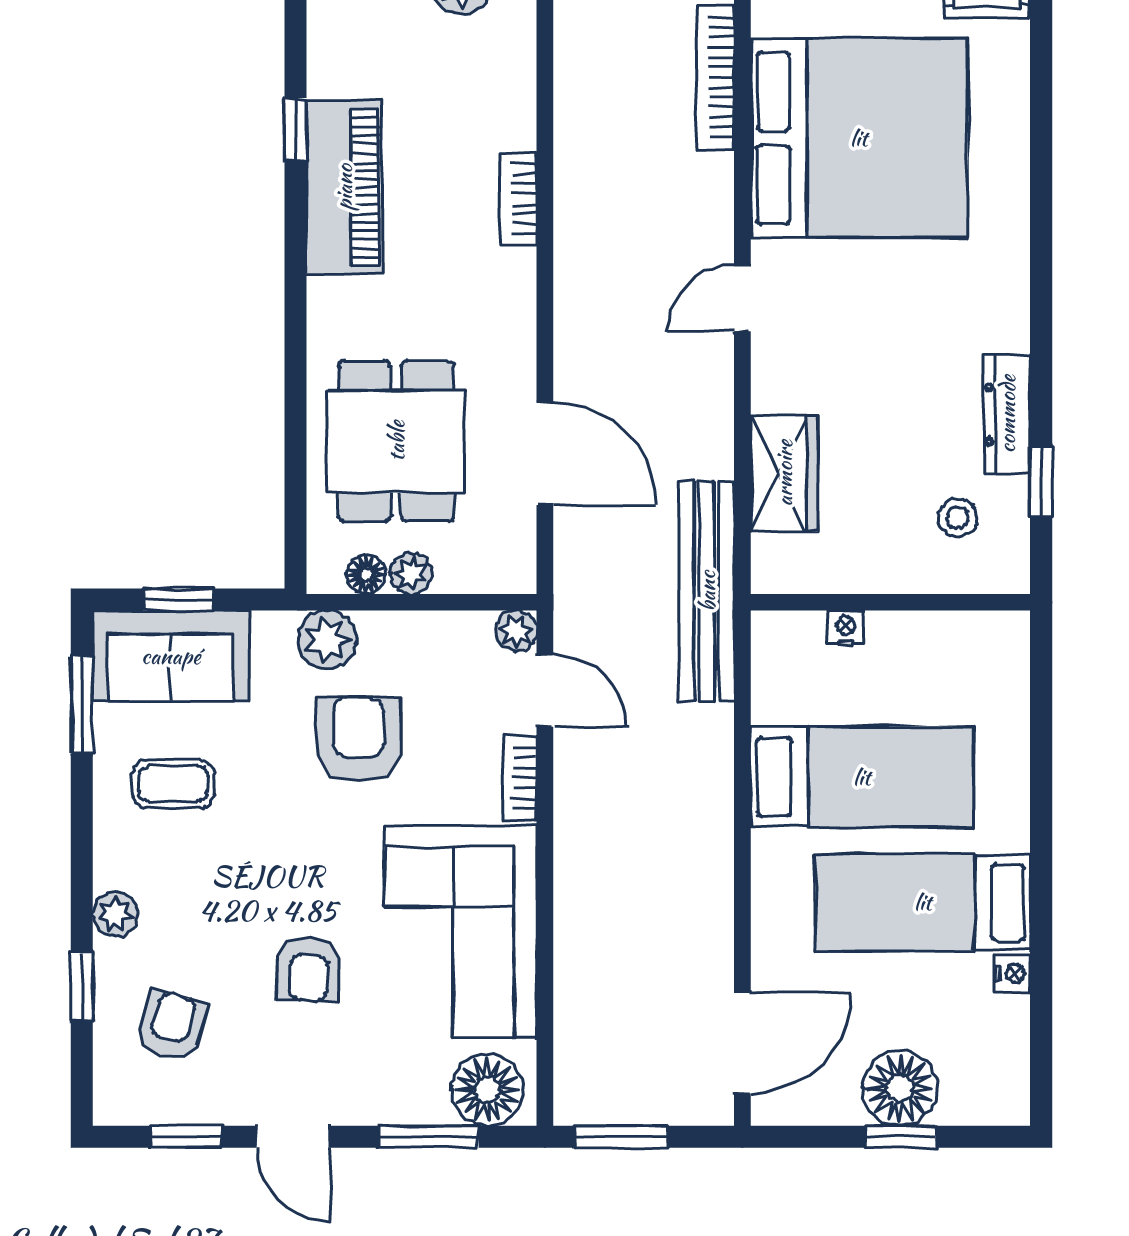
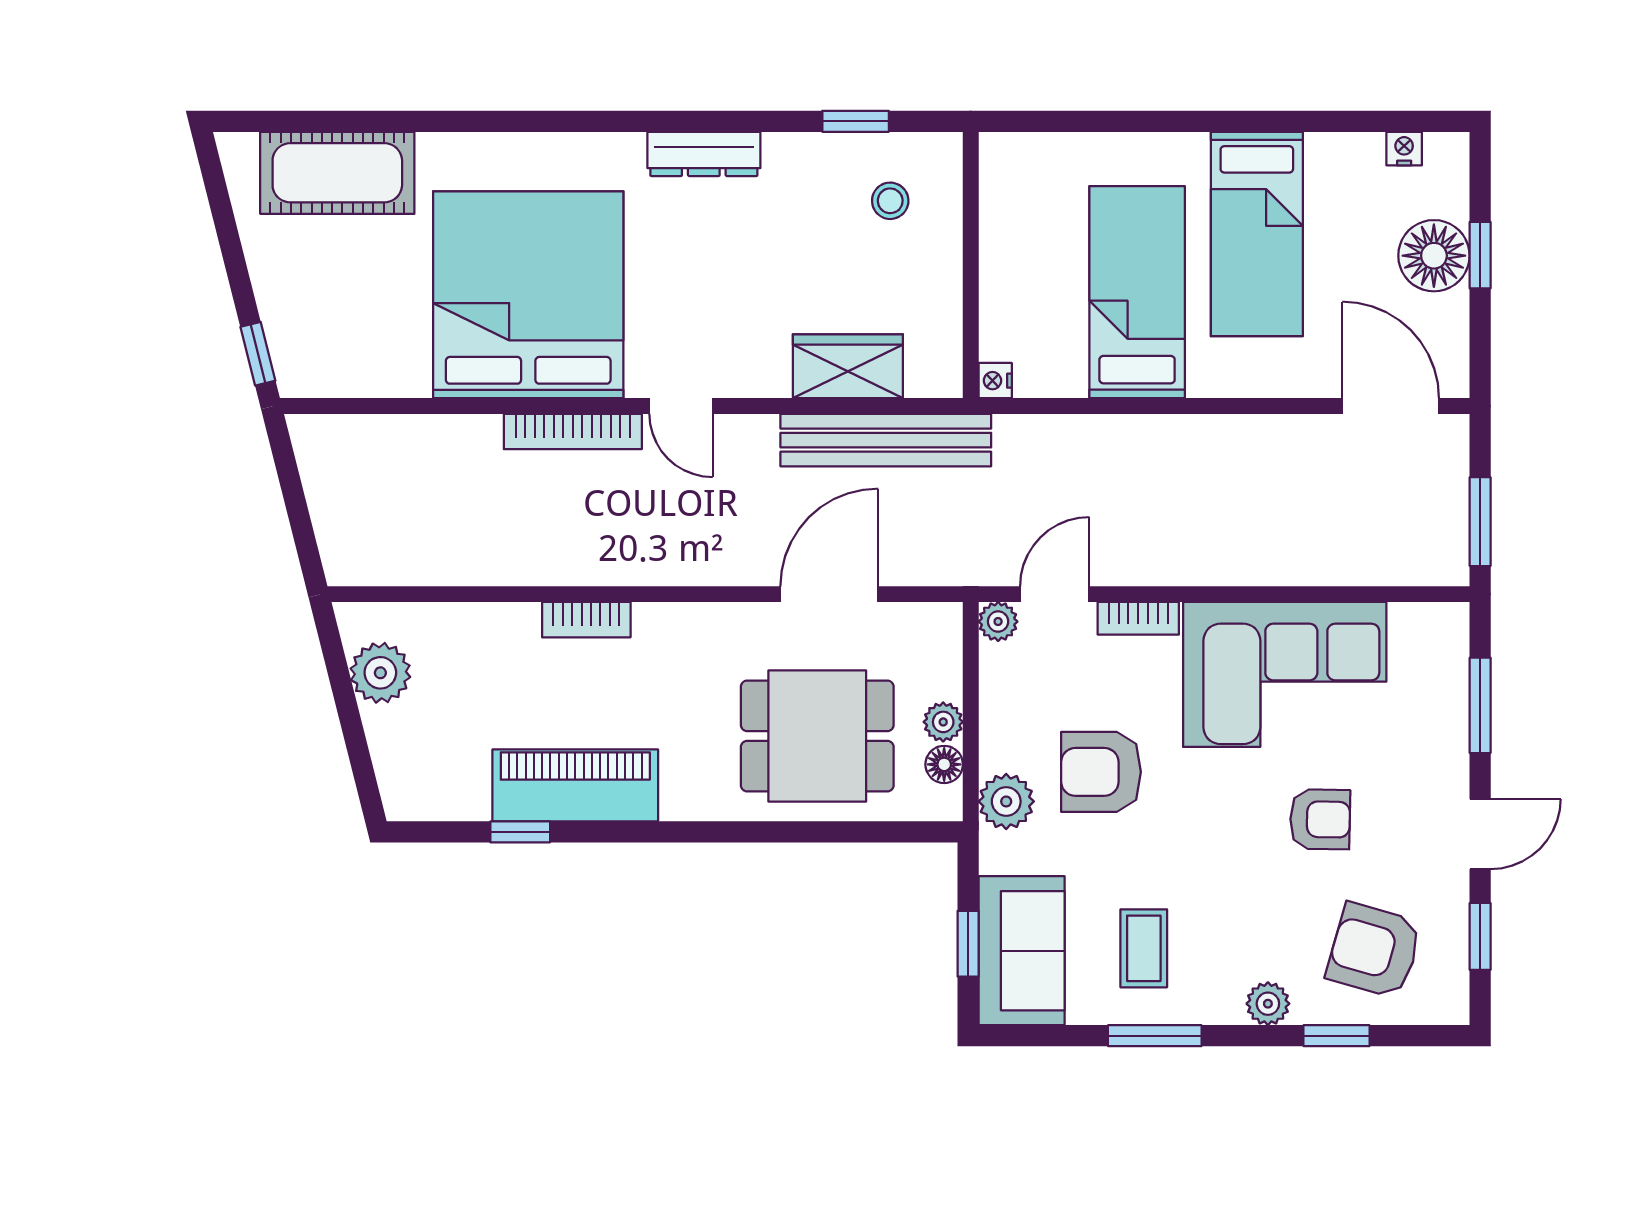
bookcase: (716, 77) -> (573, 432), moved
dresser: (1007, 414) -> (704, 154), moved
bench: (707, 591) -> (886, 440), moved
nightstand: (846, 628) -> (995, 381), moved
window: (82, 704) -> (1155, 1036), moved
nightstand: (1013, 974) -> (1404, 149), moved
armchair: (171, 1026) -> (1374, 950), width x1.38, depth x1.38
floor lamp: (487, 1090) -> (1435, 649), removed

